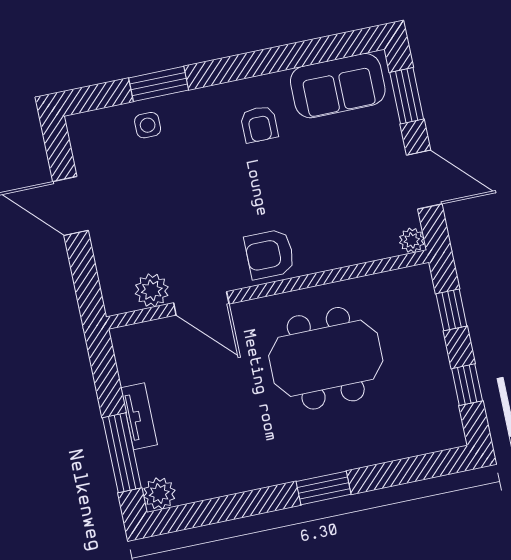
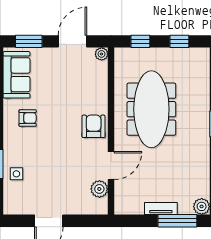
armchair: (270, 254) -> (94, 126), turned 180
meeting table: (326, 358) -> (151, 109), width x1.36

